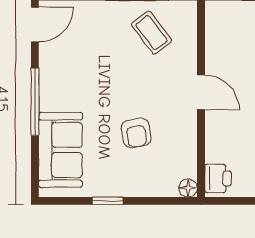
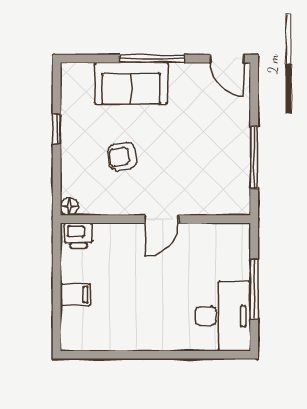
coffee table: (151, 33) -> (219, 171), removed
sofa: (60, 150) -> (131, 83), moved

